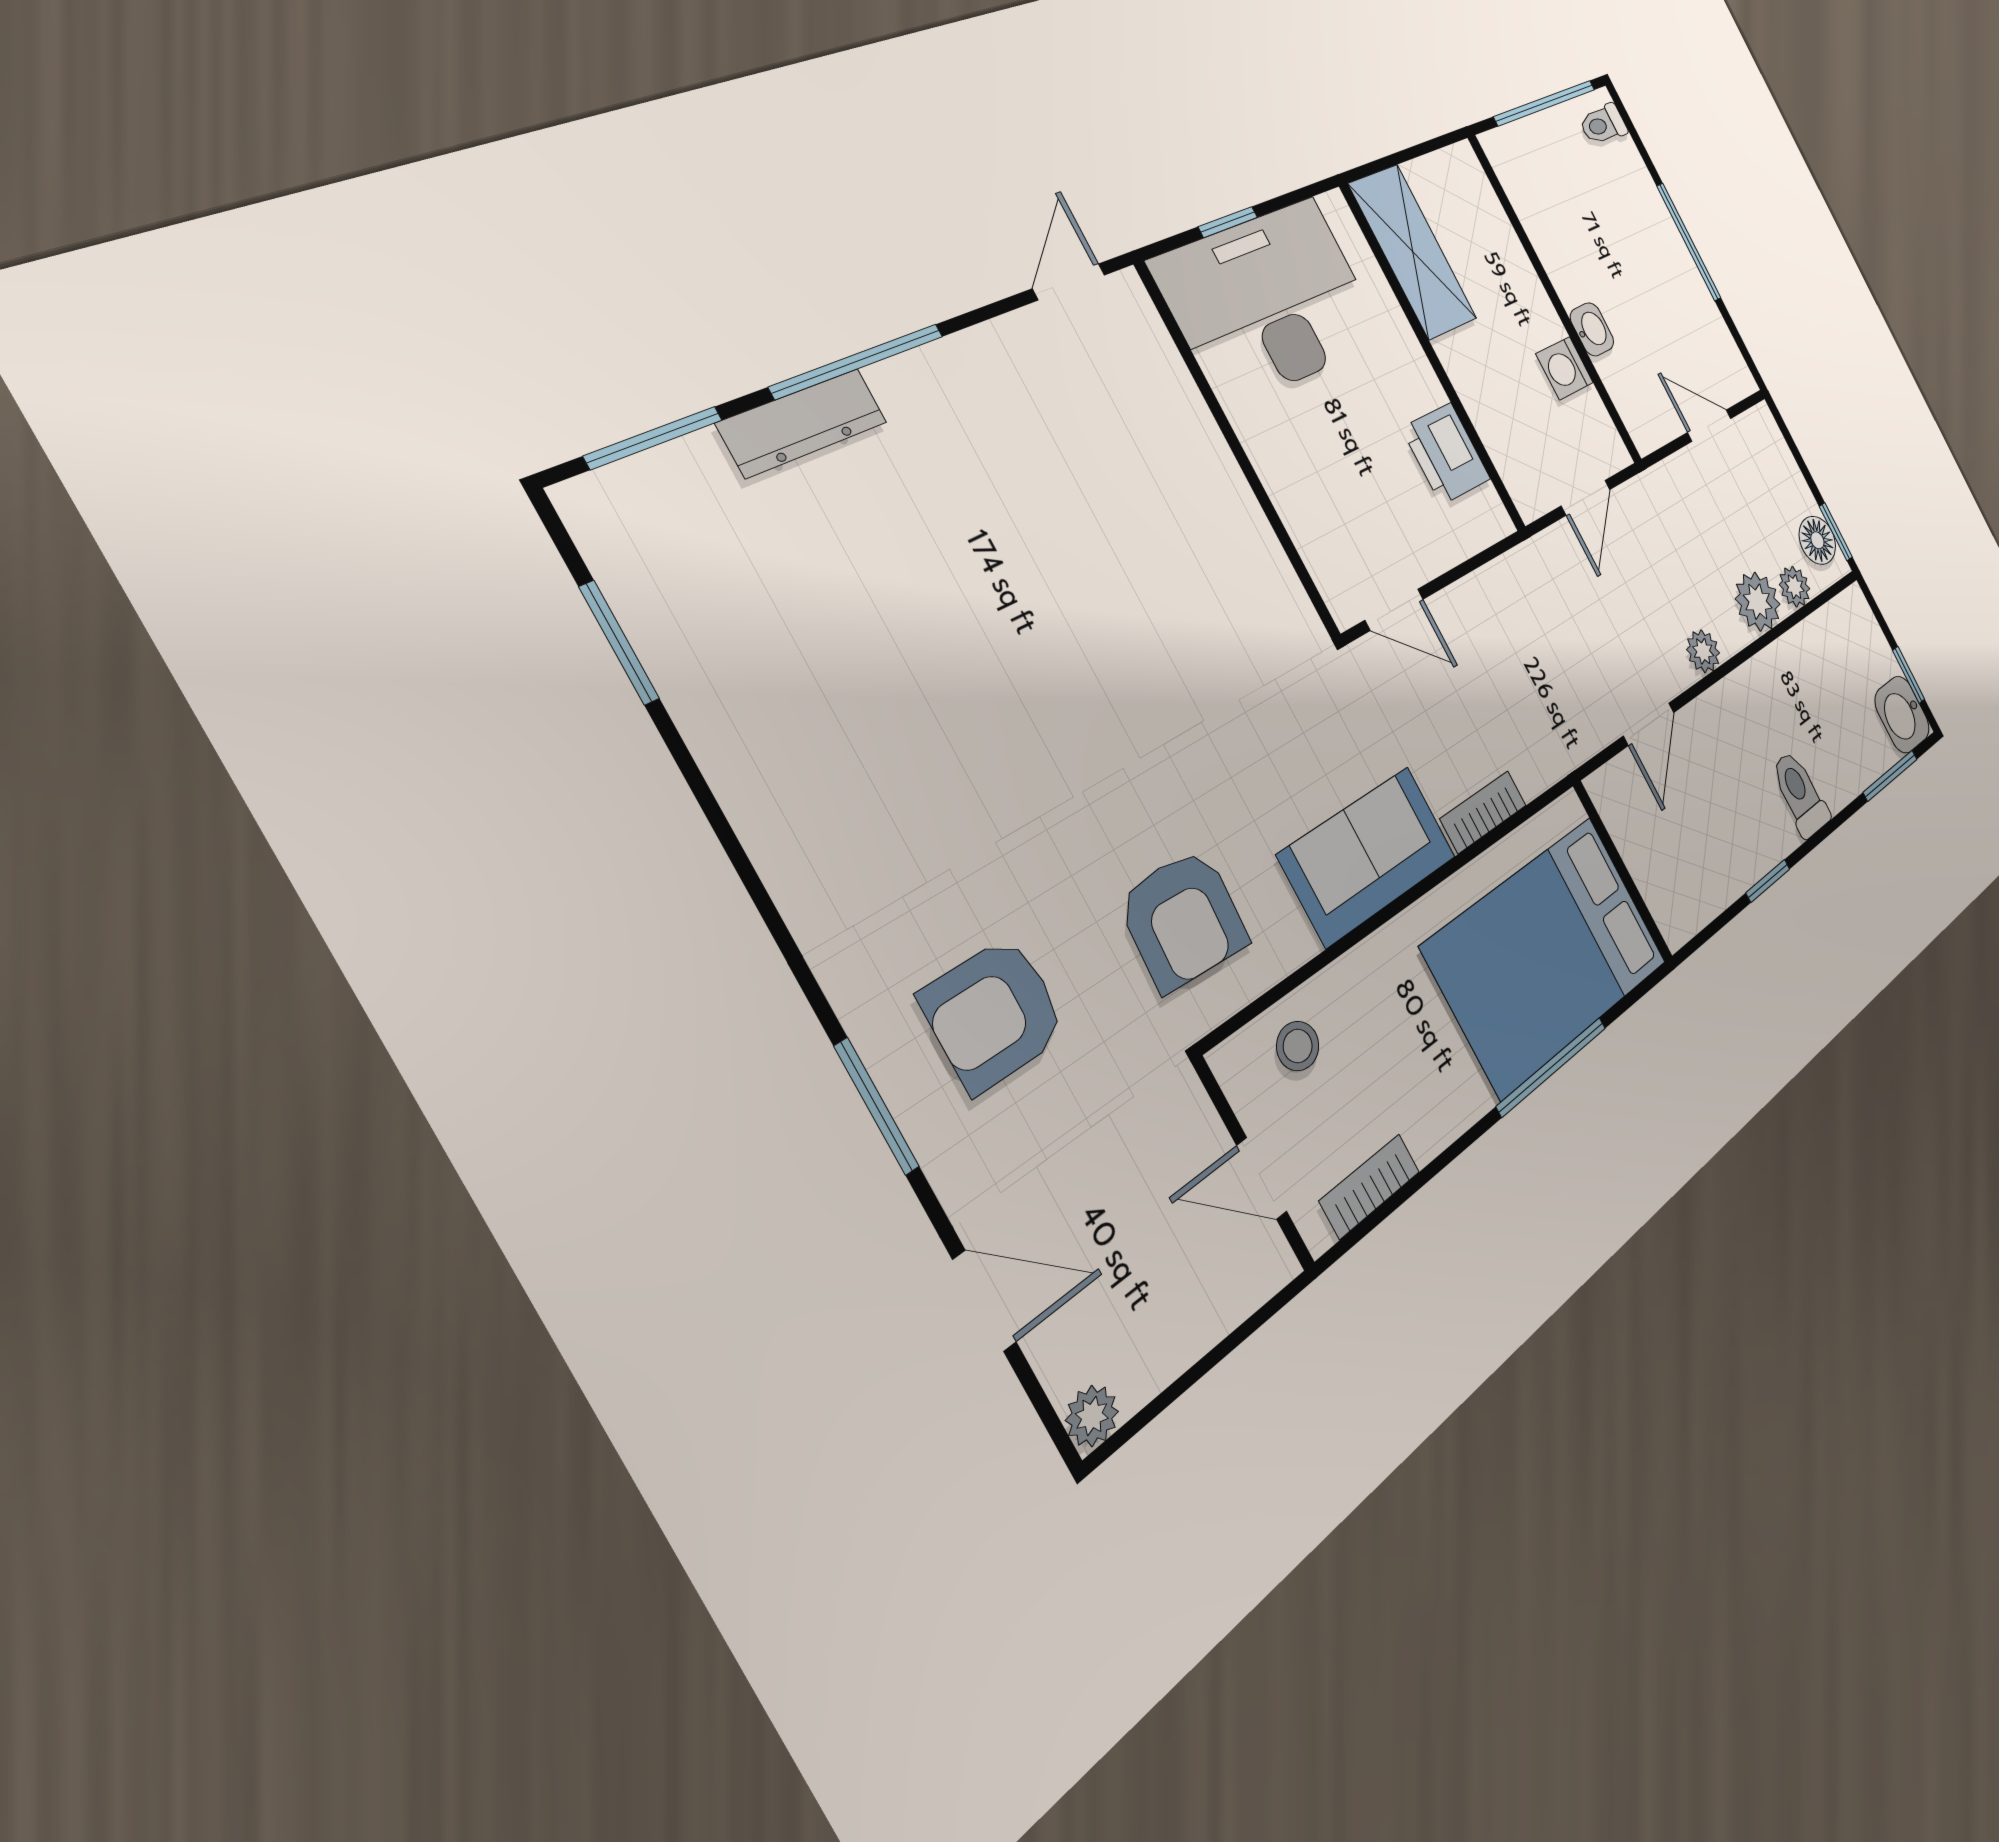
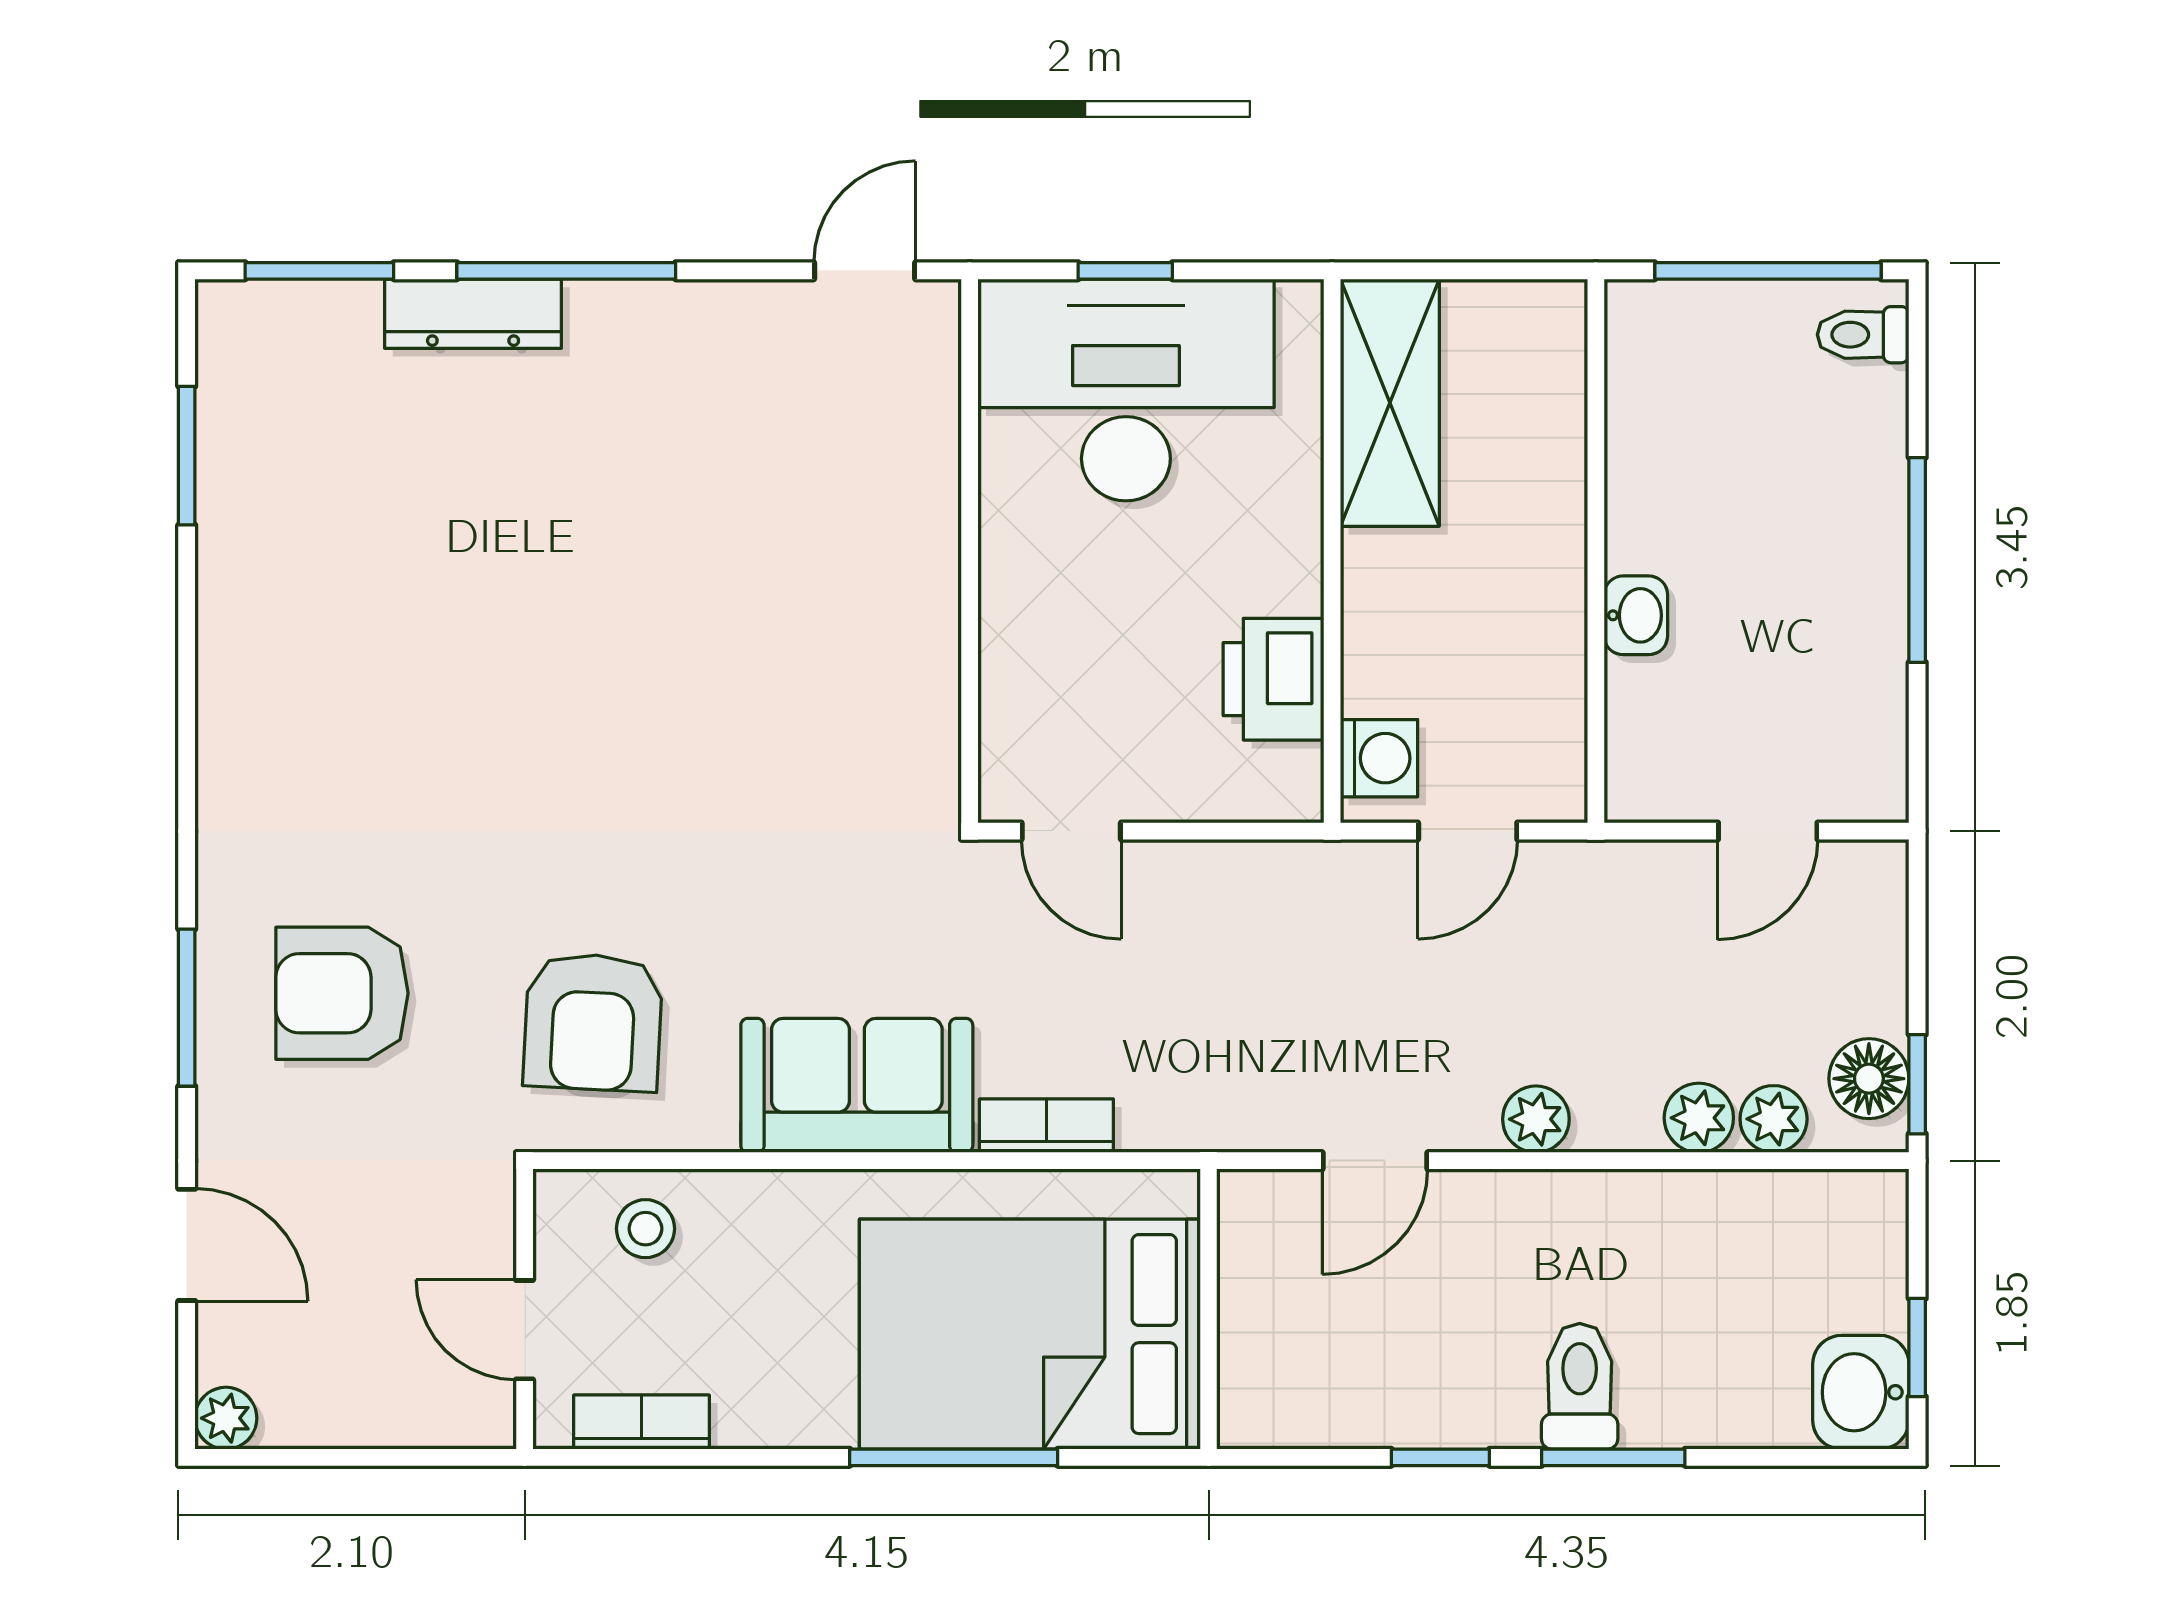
washing machine: (1565, 368) -> (1379, 758), moved, turned 180
door: (1709, 425) -> (1768, 831), swing flipped
plant: (1758, 602) -> (1699, 1118), width x0.73, depth x0.73
window: (1890, 776) -> (1613, 1457), moved

